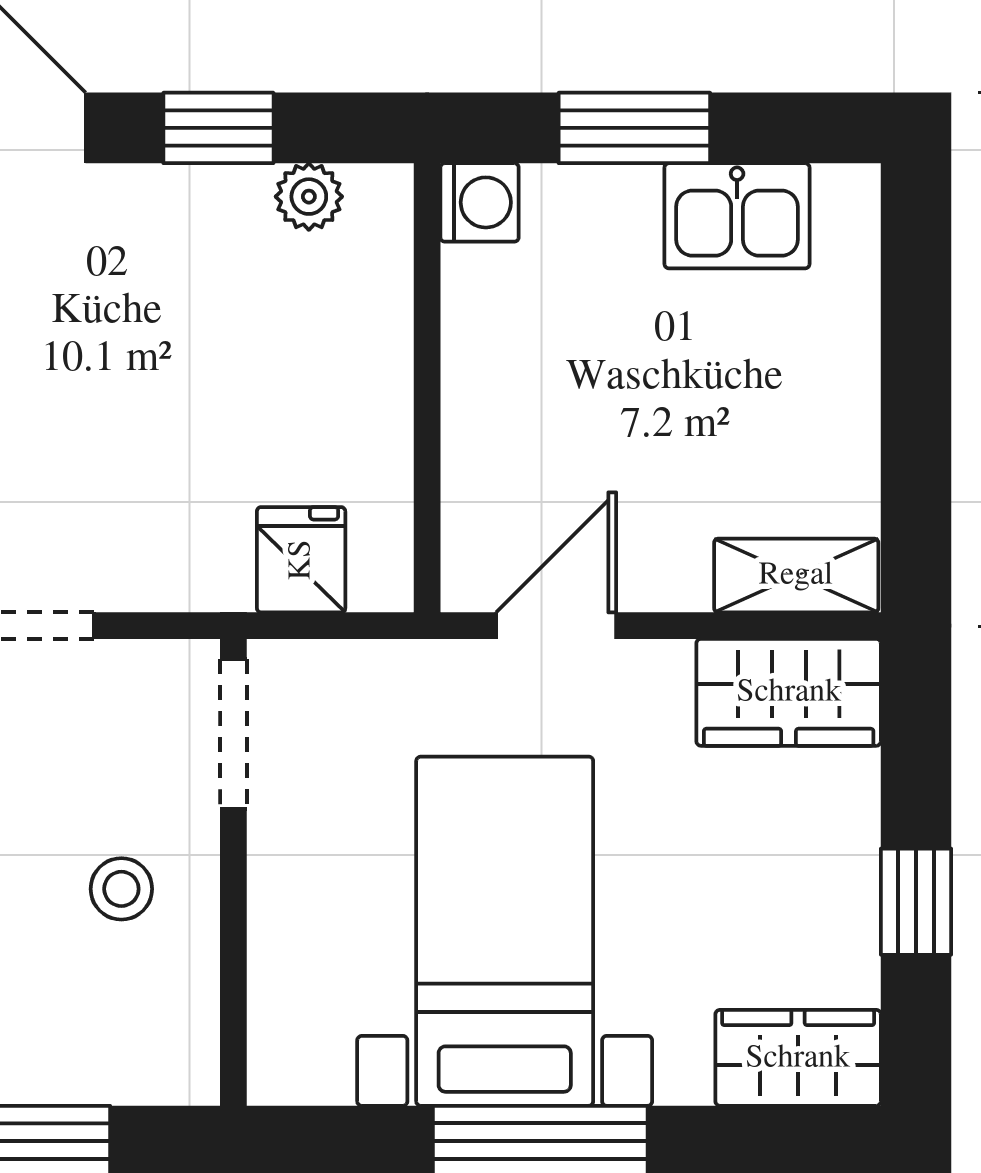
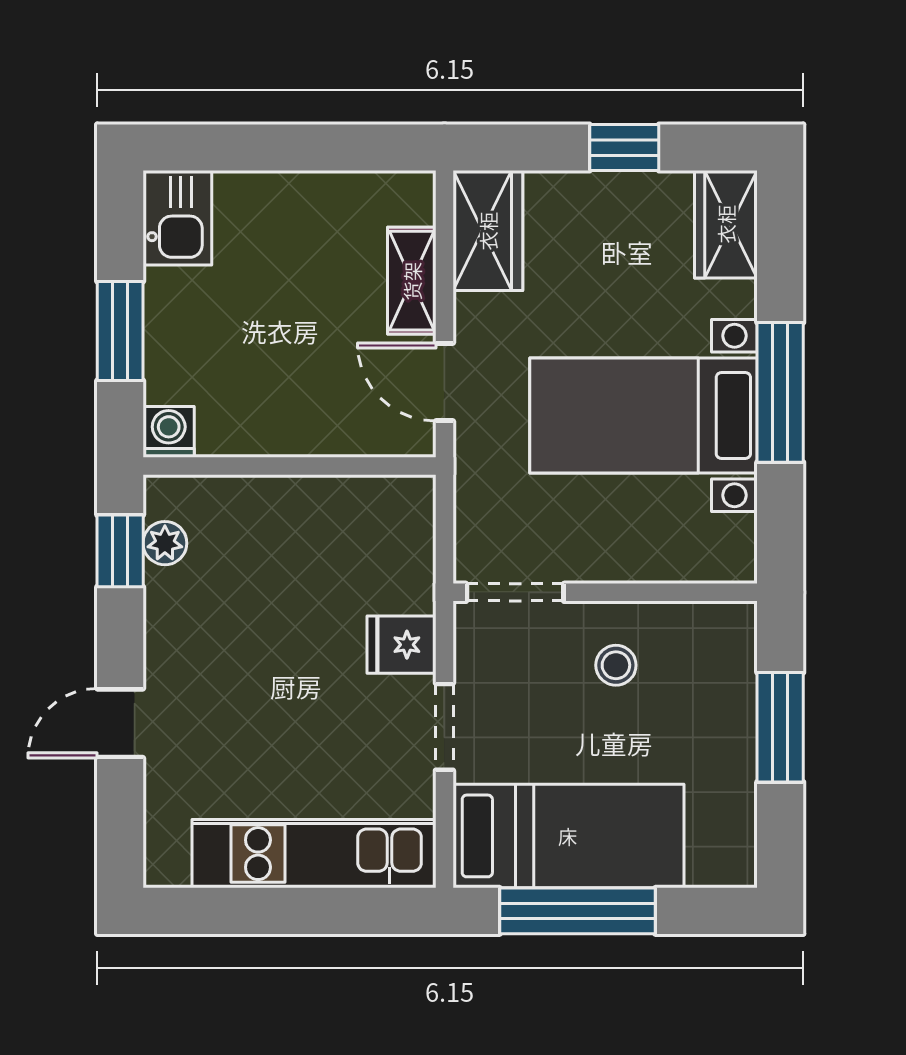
window: (218, 128) -> (120, 551), moved
kitchen sink: (737, 216) -> (177, 218), moved
fridge: (301, 560) -> (401, 645), moved
shelving: (796, 575) -> (412, 281), moved

